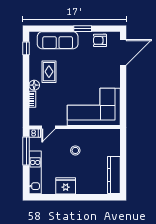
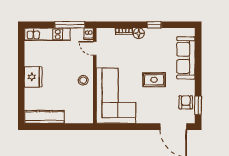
window: (83, 29) -> (198, 105), moved
window: (26, 48) -> (154, 25), moved
rug: (49, 72) -> (154, 80), moved
stool: (75, 150) -> (83, 80), moved
fridge: (66, 186) -> (33, 77), moved

